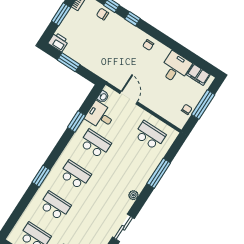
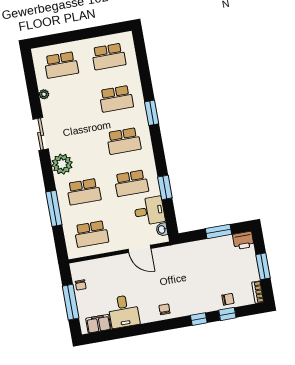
school desk: (130, 166) -> (84, 192), added
plant: (133, 195) -> (62, 164), width x1.88, depth x1.88

